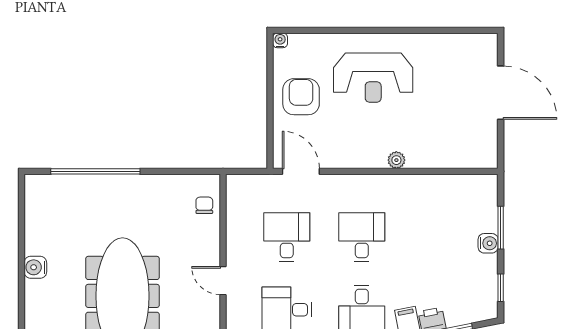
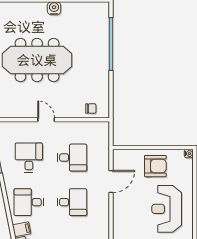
plant: (396, 160) -> (118, 223), removed
door: (301, 171) -> (111, 182), moved
door: (223, 281) -> (46, 120), hinge flipped

